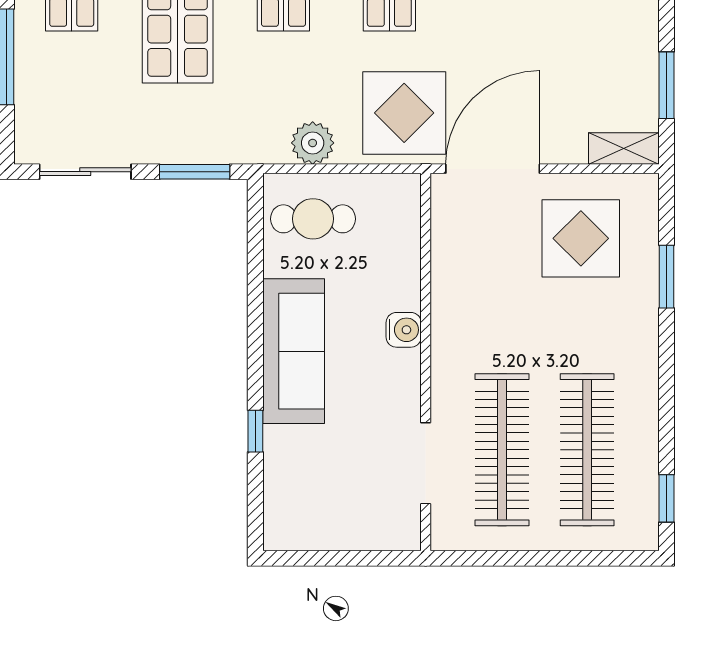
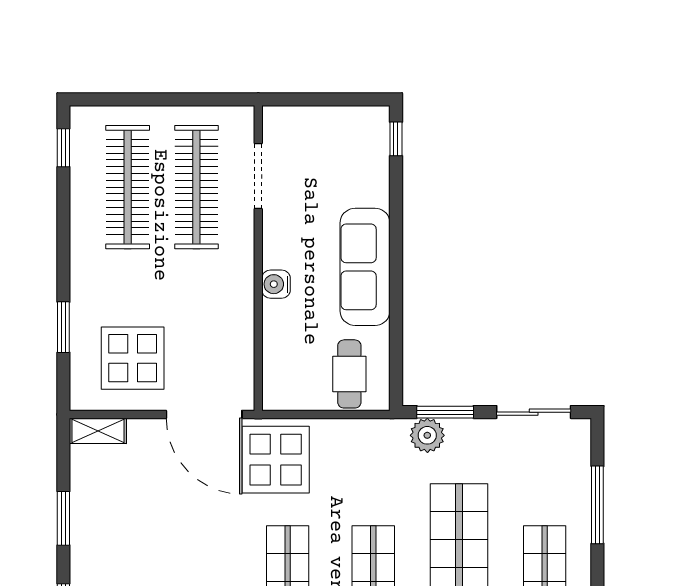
window: (666, 85) -> (63, 518), moved
plant: (313, 143) -> (427, 435), moved
door: (493, 169) -> (204, 414), hinge flipped
cafe table: (313, 219) -> (349, 374), turned 90
window: (255, 431) -> (396, 139), moved

